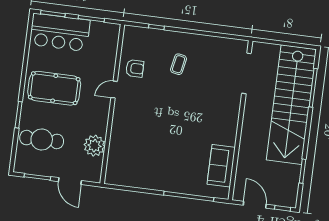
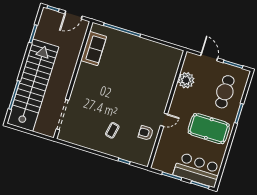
cafe table: (42, 139) -> (225, 92), turned 90
door: (255, 205) -> (73, 15), hinge flipped

